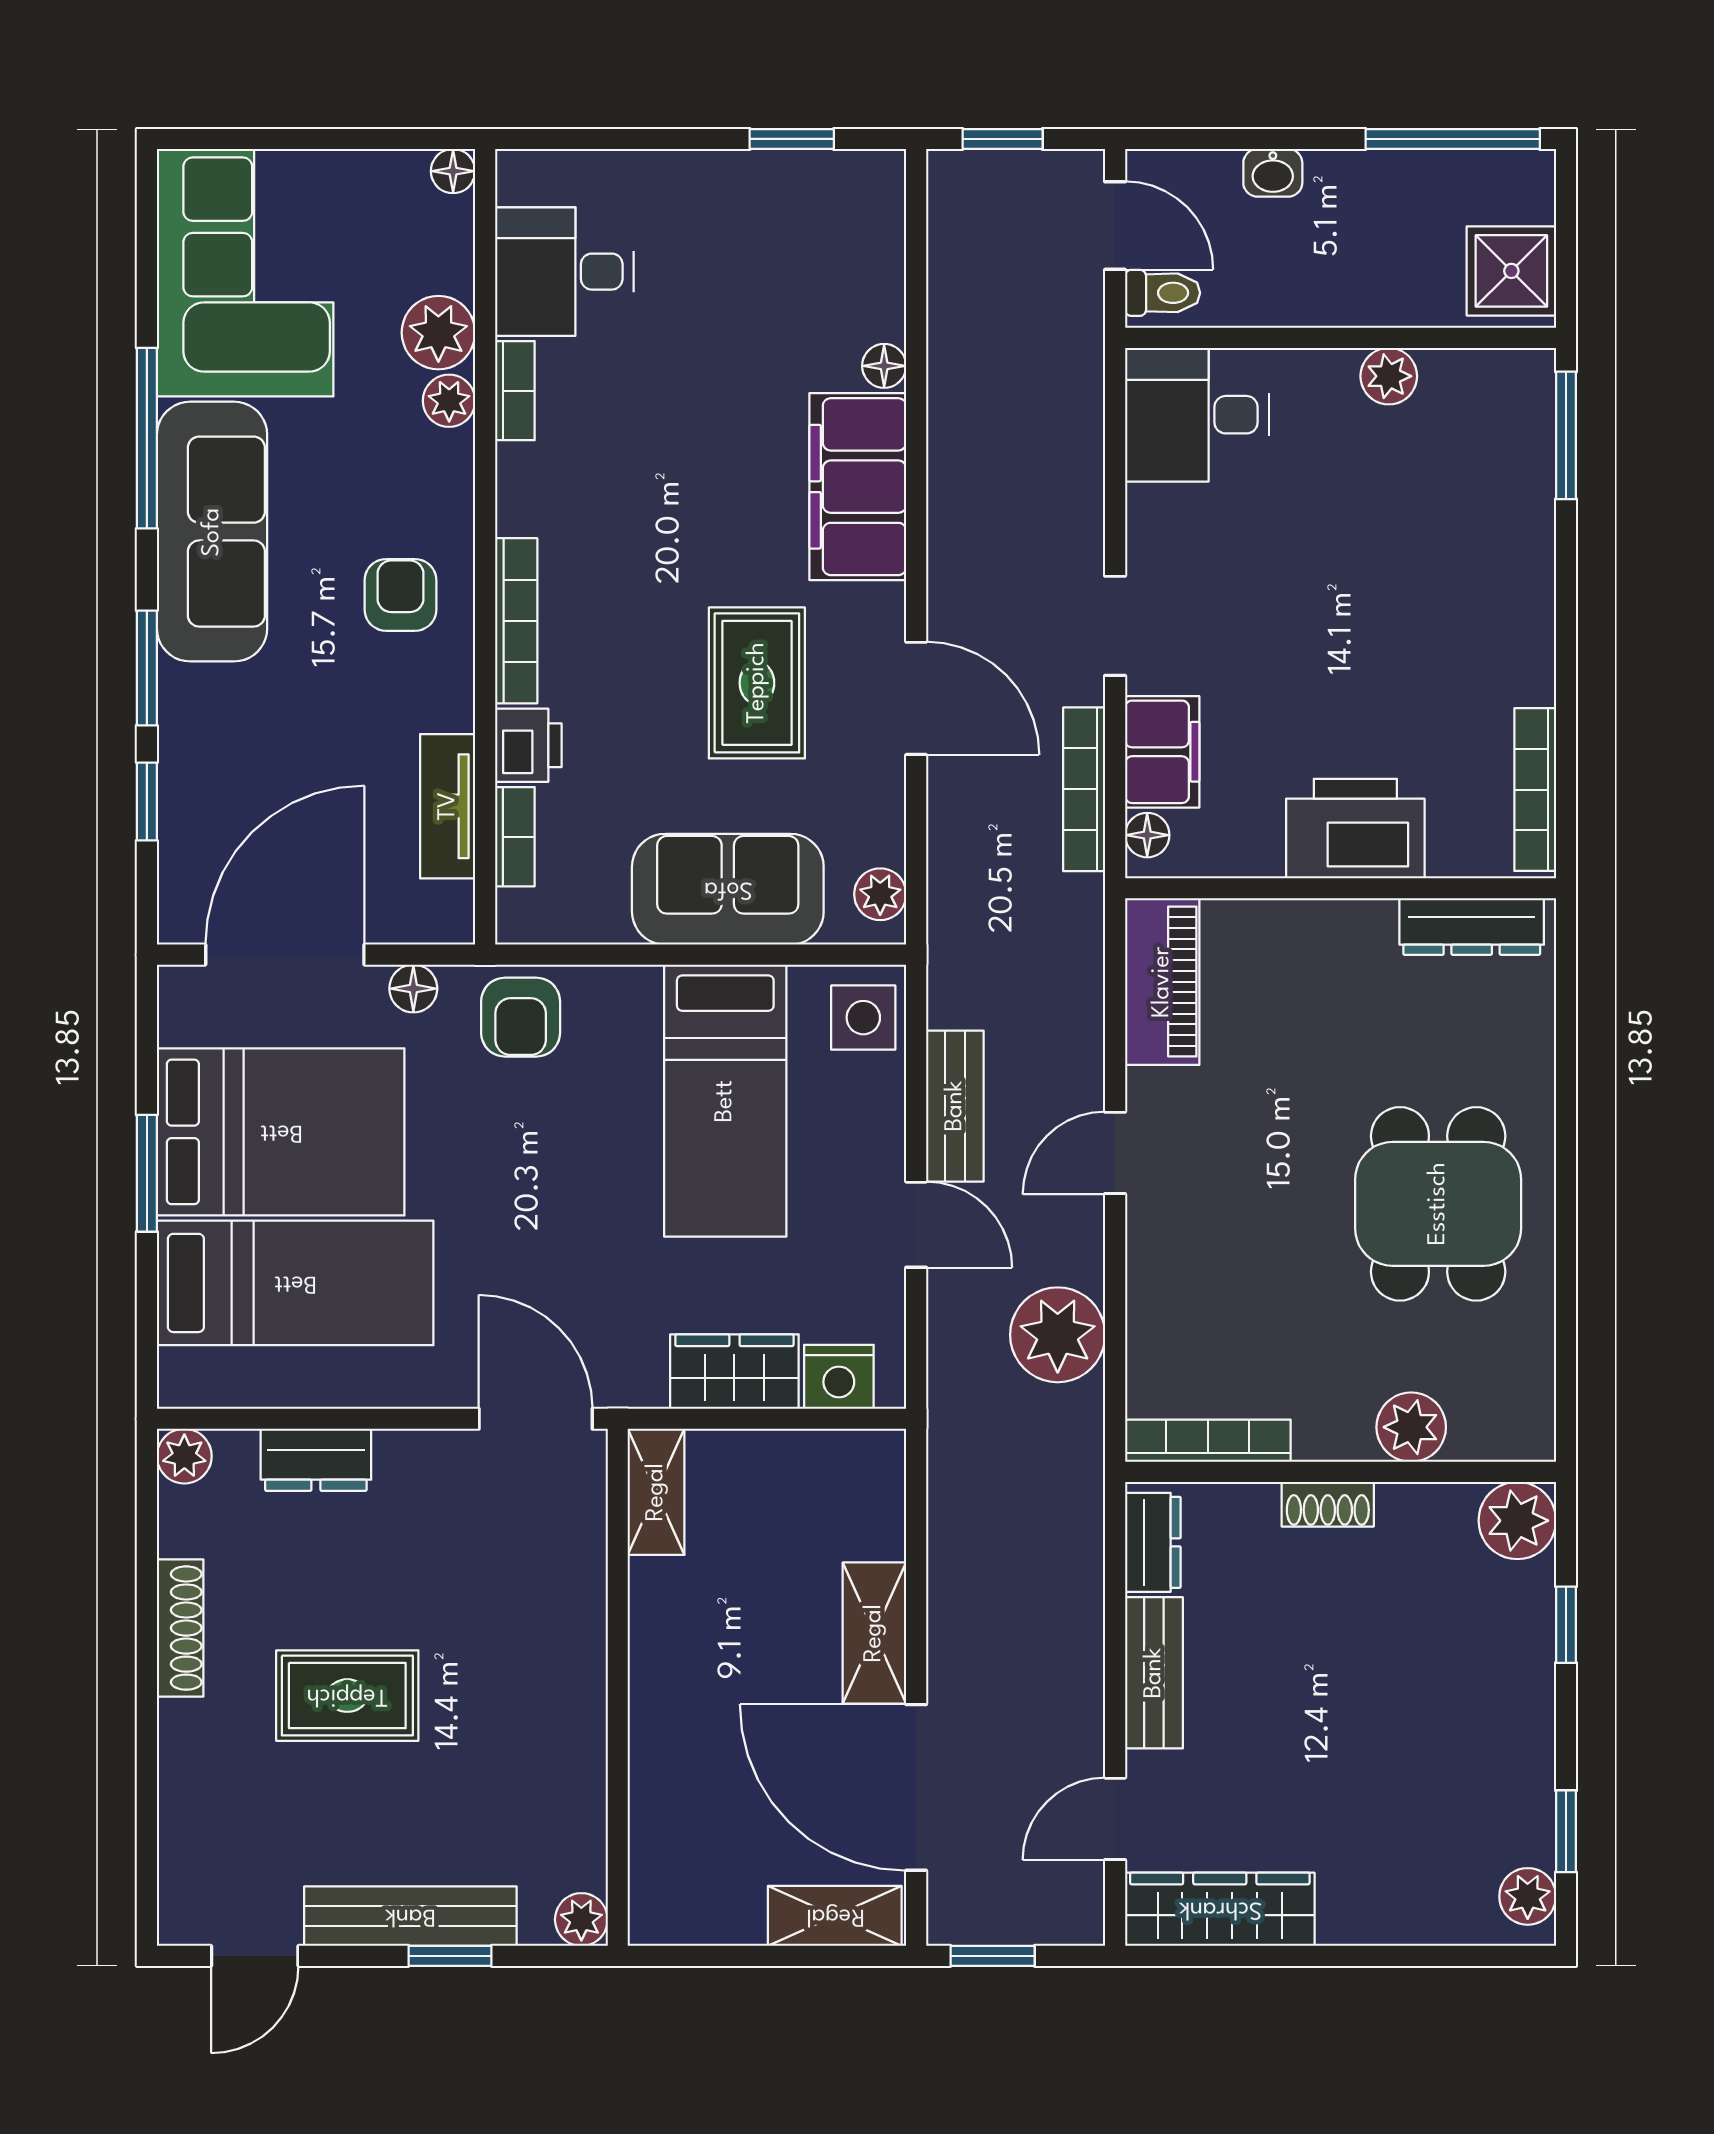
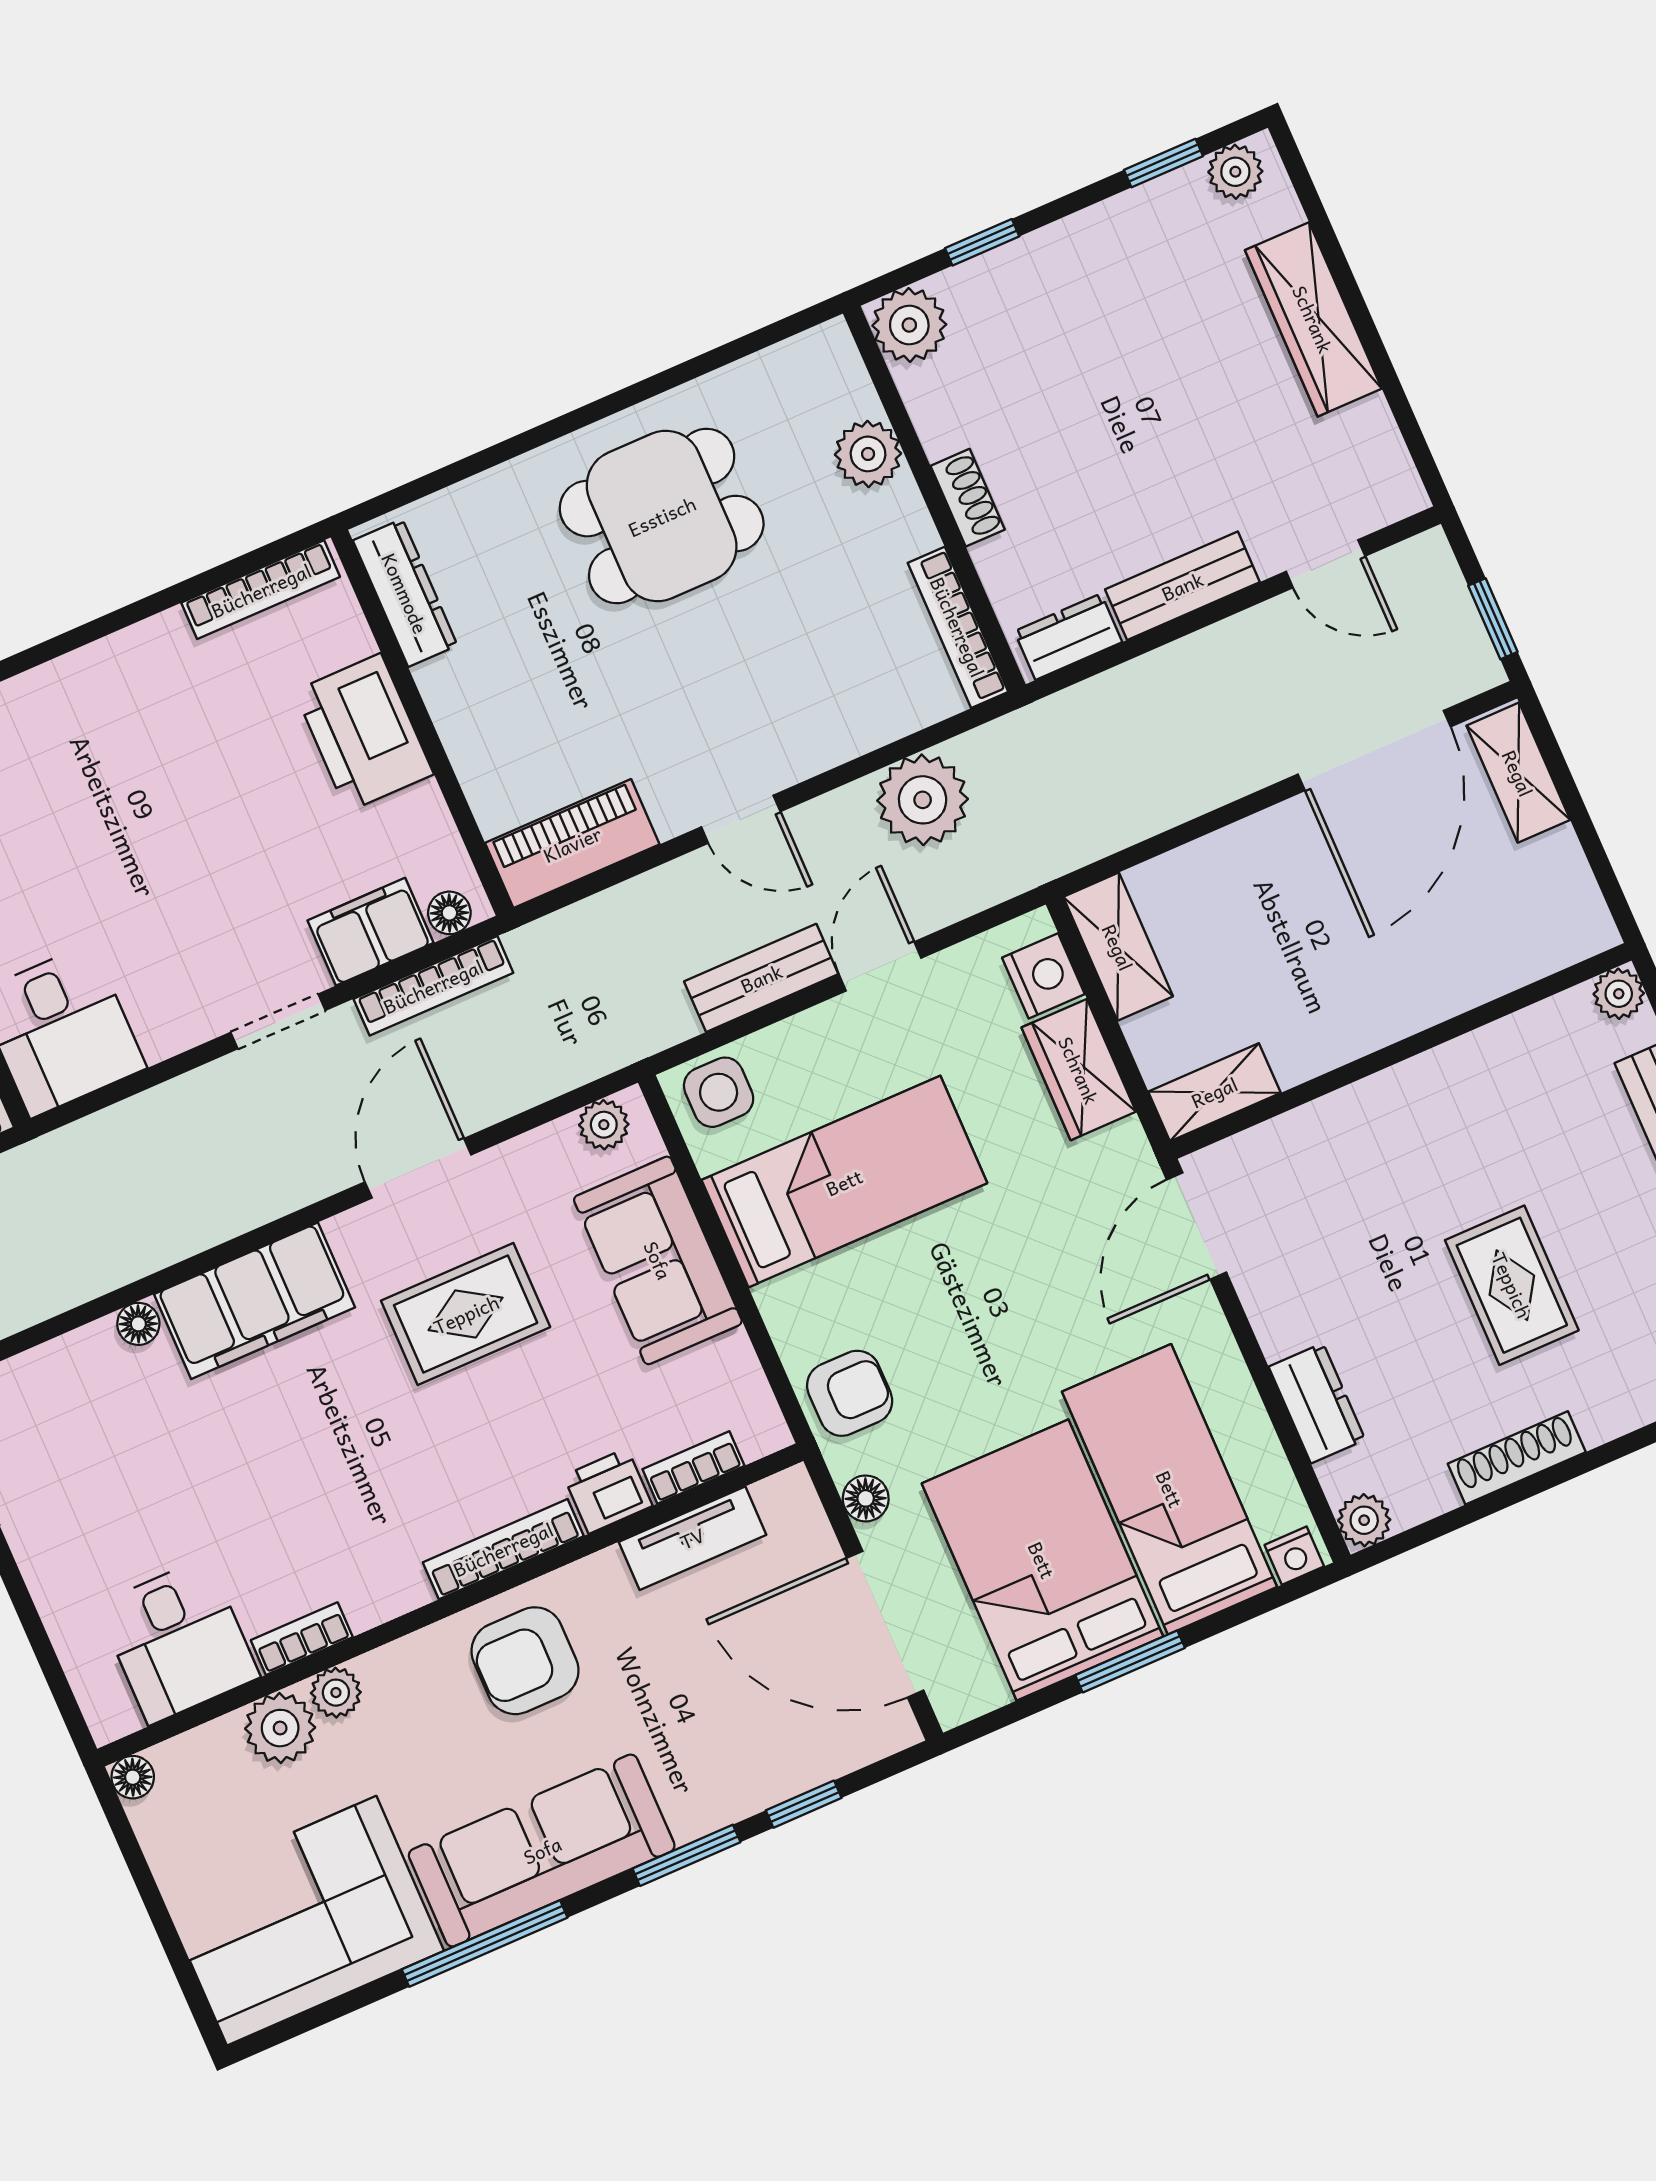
armchair: (400, 595) -> (525, 1661), width x1.38, depth x1.38
nightstand: (180, 1375) -> (1294, 1556), added
shelving: (874, 1633) -> (1118, 947), moved, turned 90
wardrobe: (1220, 1909) -> (1313, 319), moved

